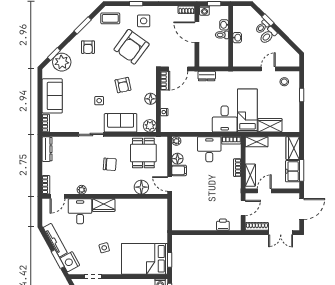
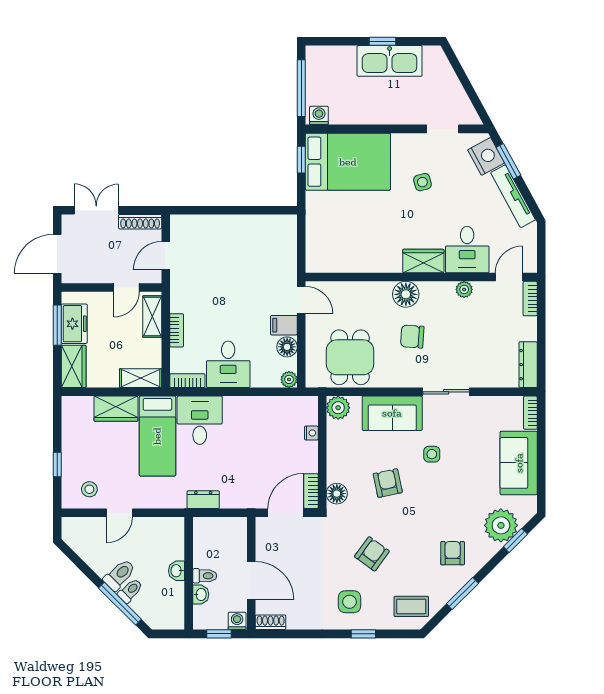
window: (268, 20) -> (120, 604), width x2.17
armchair: (132, 47) -> (372, 554), width x0.53, depth x0.53
dresser: (207, 76) -> (203, 500), moved
floor lamp: (151, 99) -> (337, 494), moved
floor lamp: (141, 187) -> (406, 294), moved
printer: (223, 225) -> (203, 225), removed

